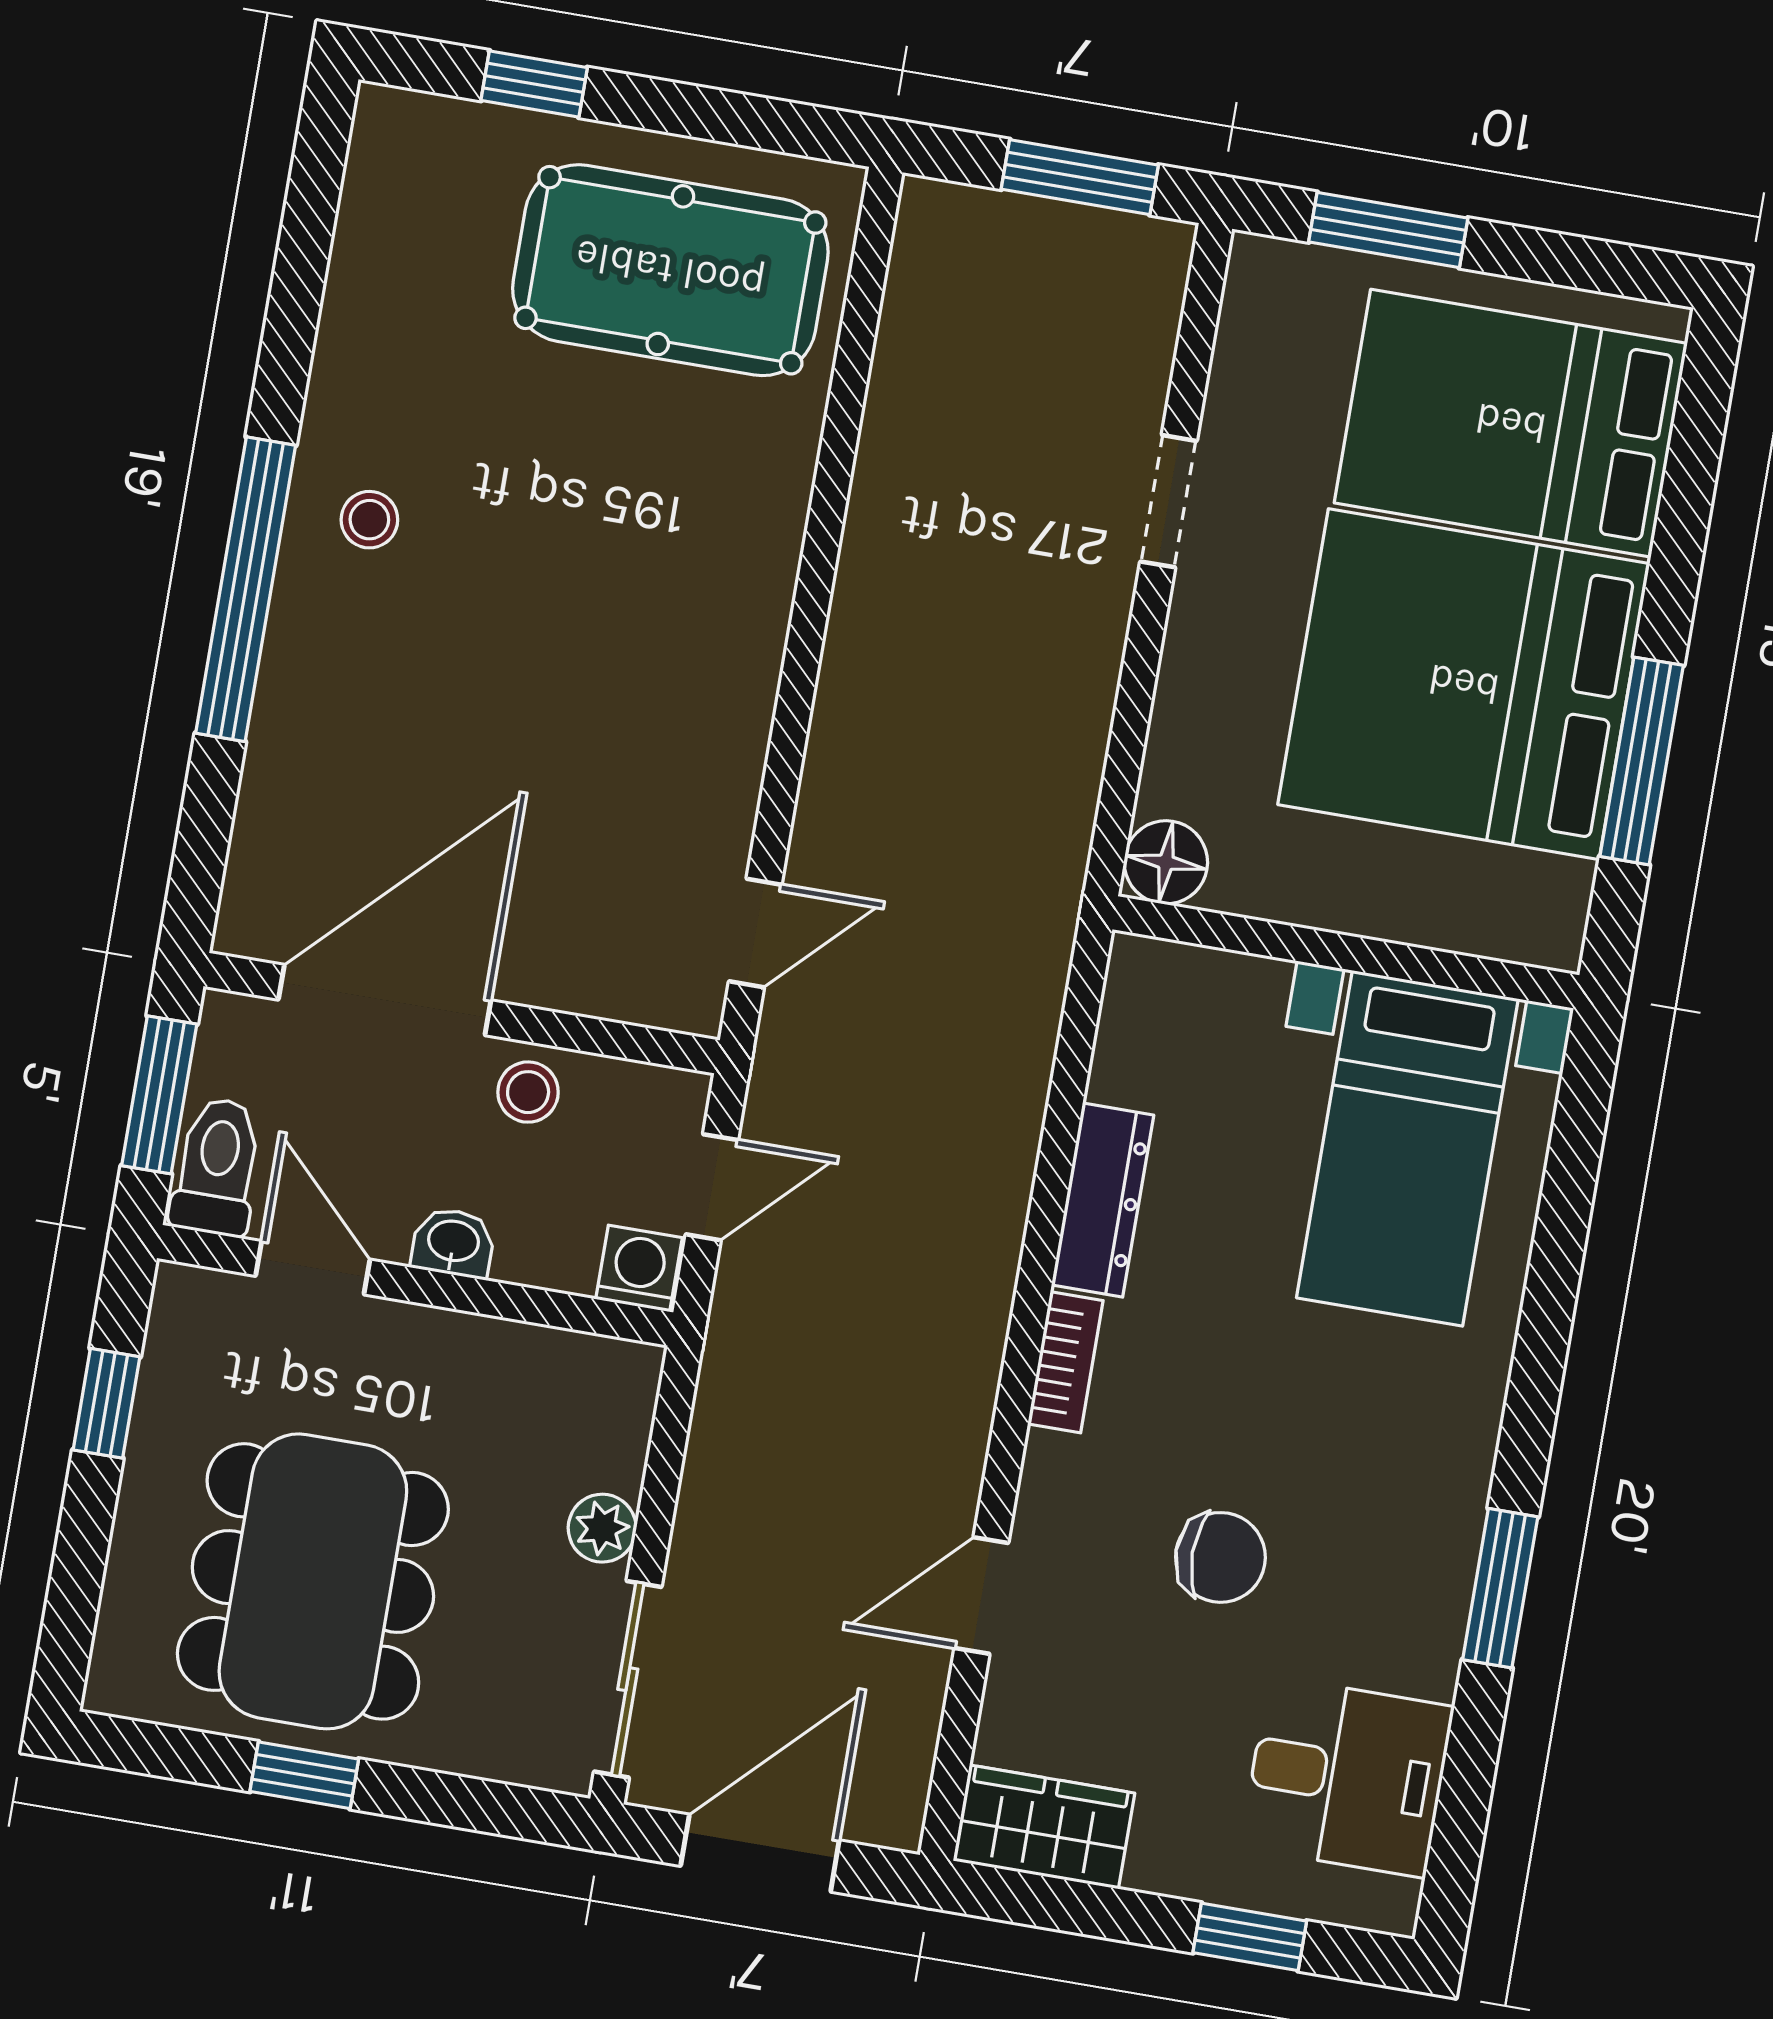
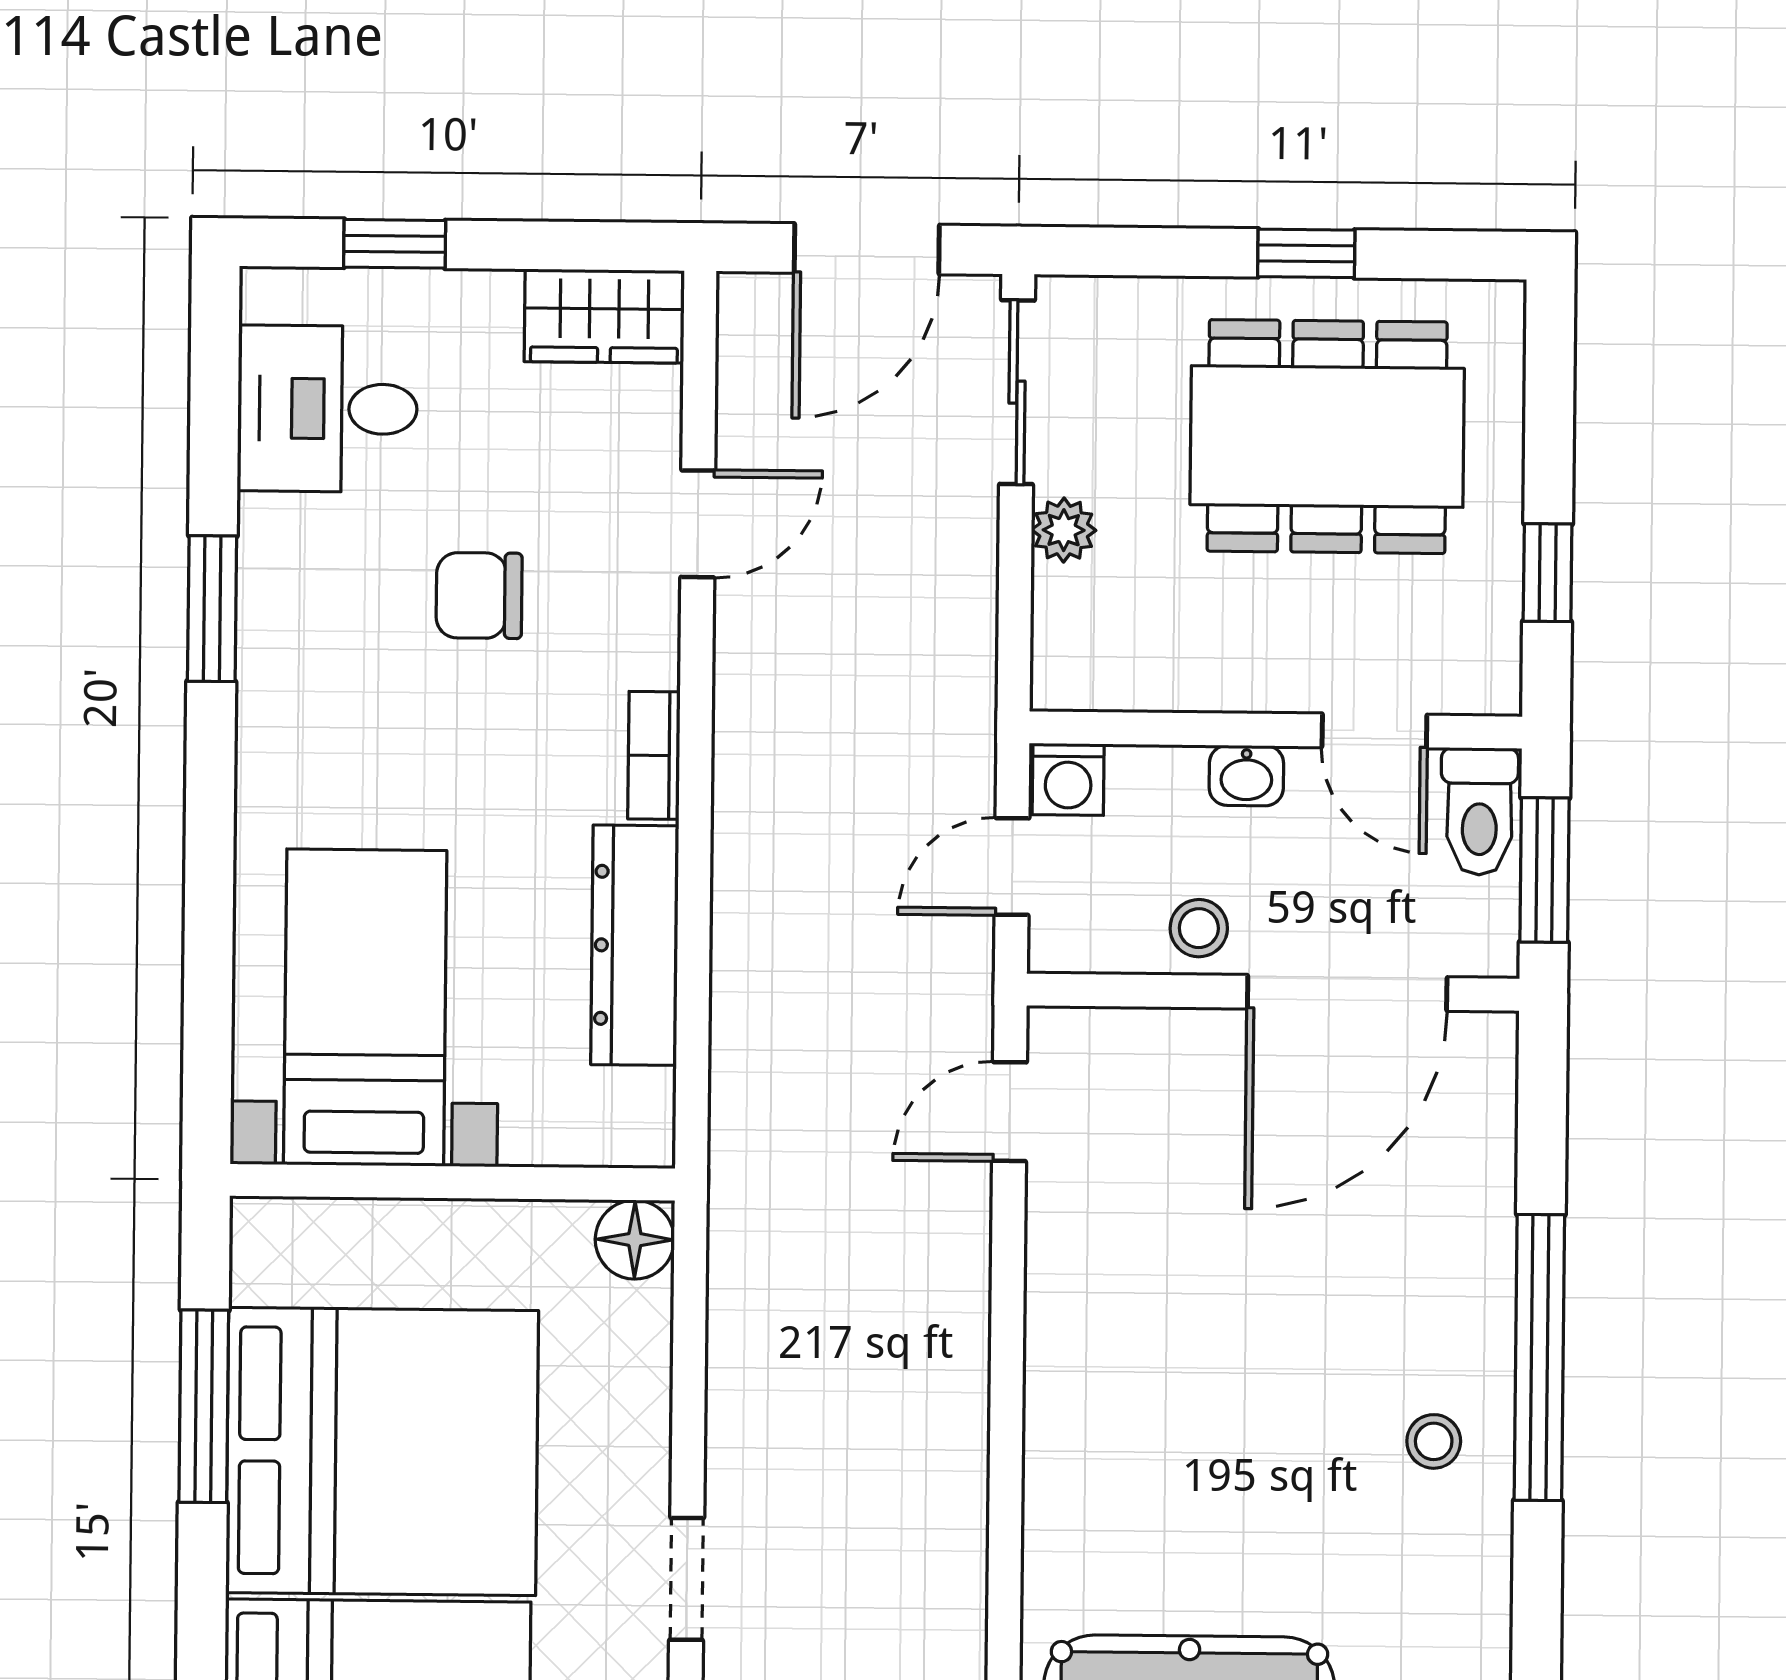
dresser: (1103, 1200) -> (635, 945), width x1.37, depth x1.24
dining table: (313, 1581) -> (1327, 437), turned 90

